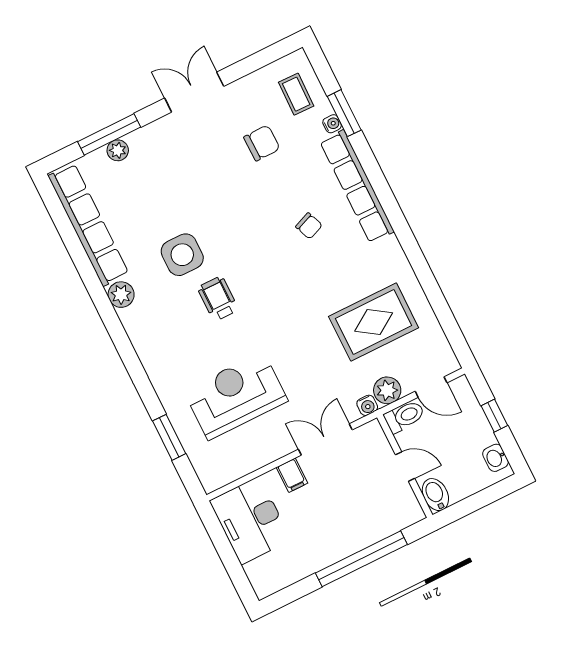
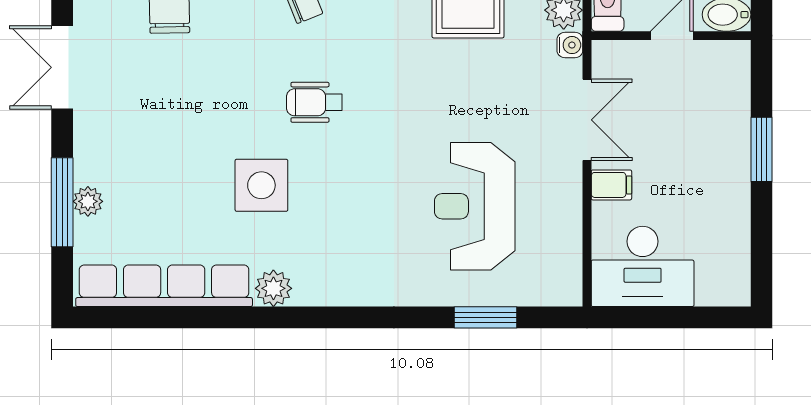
wheelchair: (218, 299) -> (314, 102), moved
double door: (325, 440) -> (587, 120), swing flipped
window: (361, 559) -> (761, 149), width x0.47

